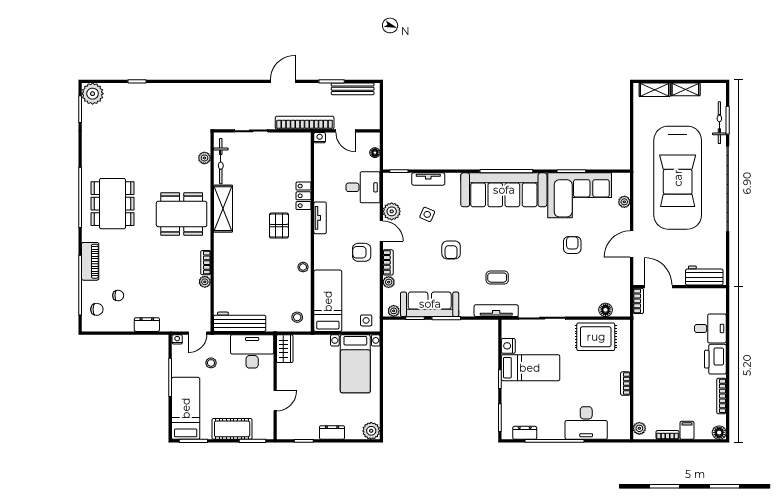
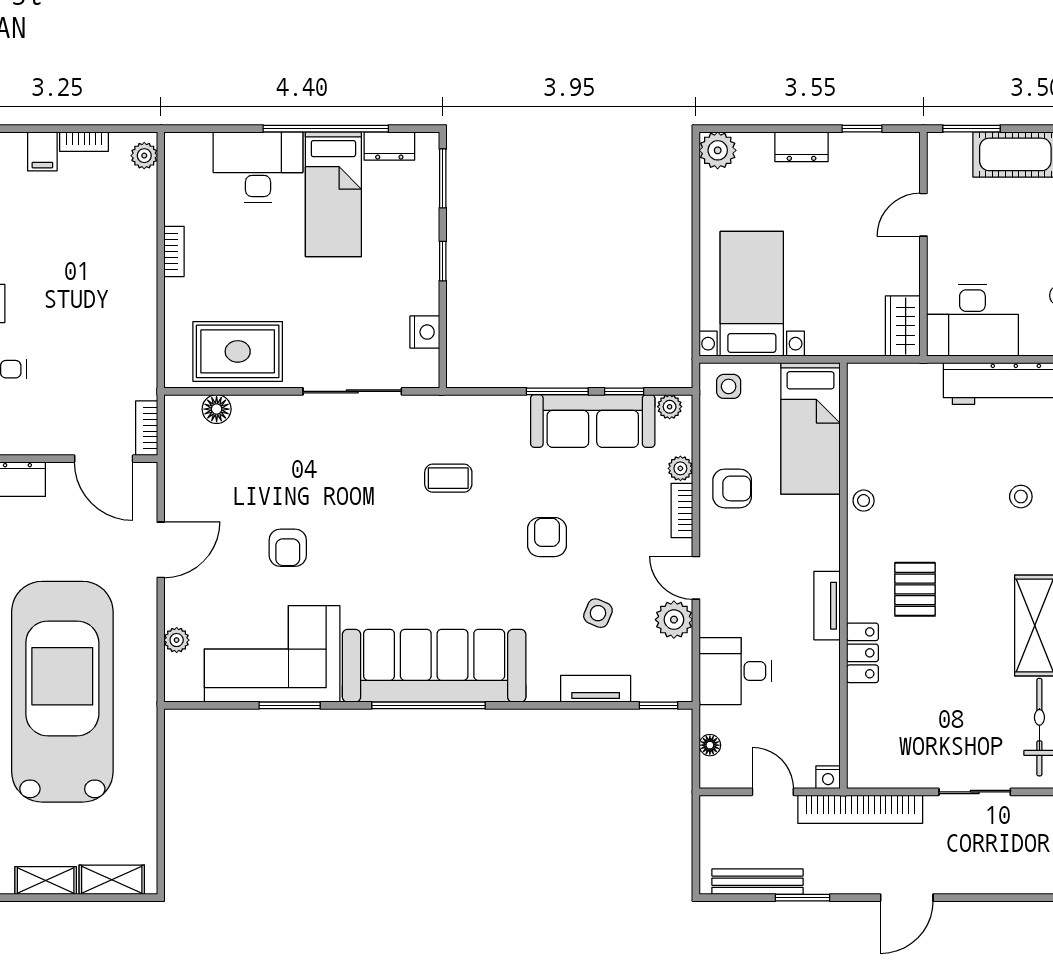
armchair: (362, 252) -> (732, 488), moved
tv unit: (496, 311) -> (450, 407), removed
stool: (297, 317) -> (1021, 497), moved
bed: (530, 368) -> (333, 194), moved, turned -90

